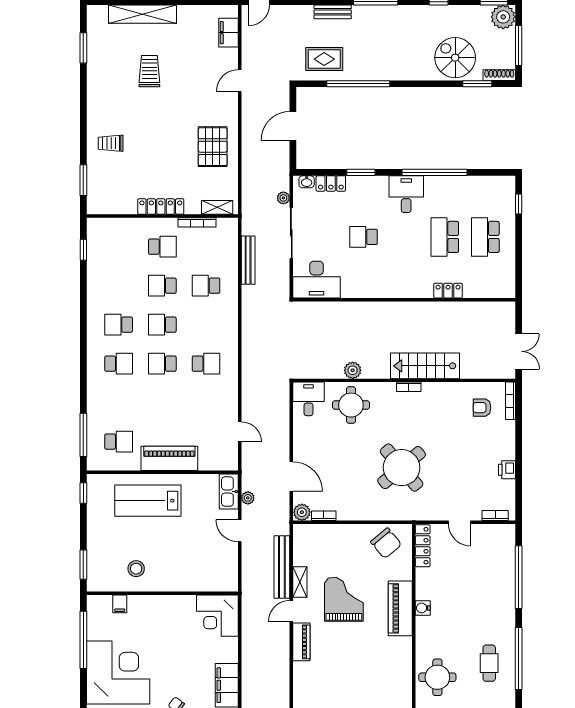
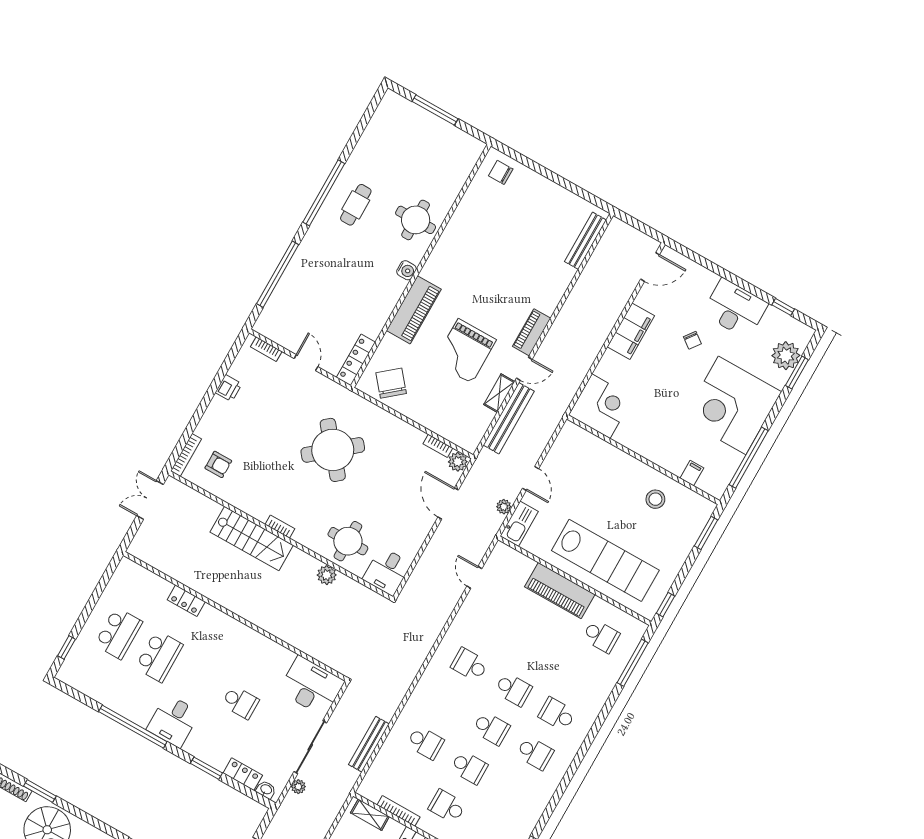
school desk: (119, 442) -> (601, 636), turned 180
lab bench: (148, 501) -> (605, 560), width x1.36
water cooler: (423, 608) -> (406, 270), moved

